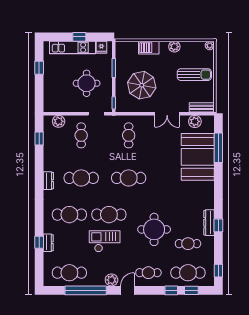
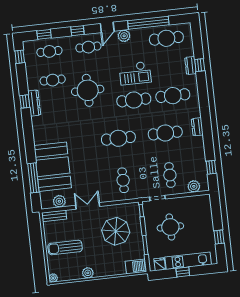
barbecue: (149, 48) -> (136, 266), moved
cafe table: (188, 273) -> (49, 51), width x0.73, depth x0.74
window: (171, 290) -> (77, 31), moved

